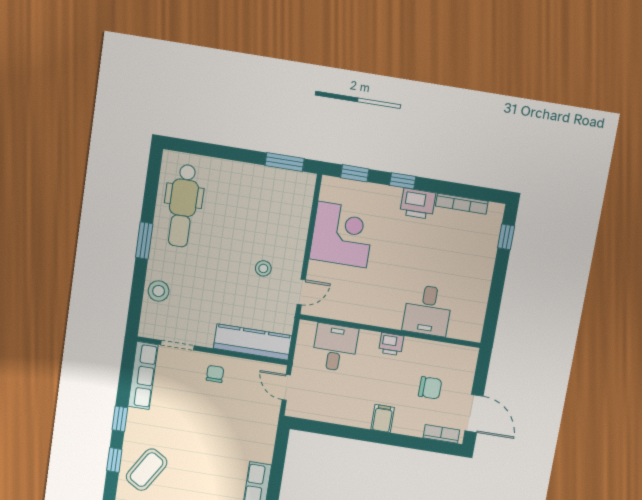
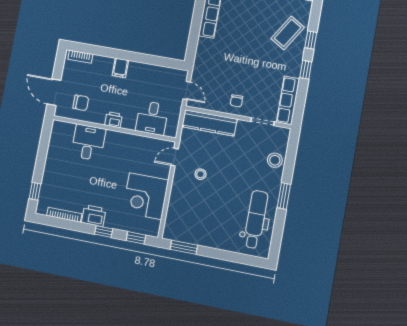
chair: (430, 388) -> (81, 103), moved, turned 180
door: (474, 414) -> (54, 92), moved

